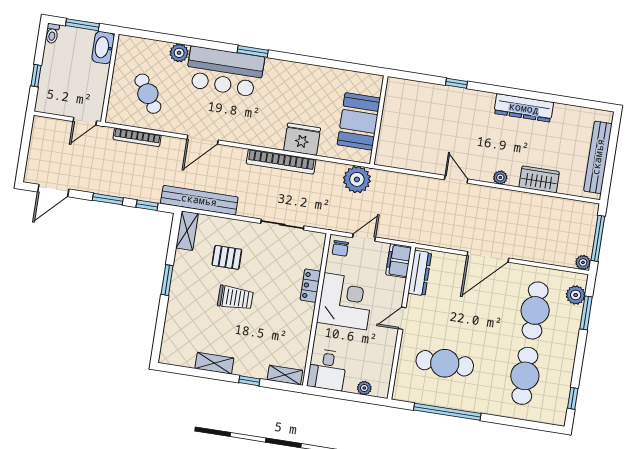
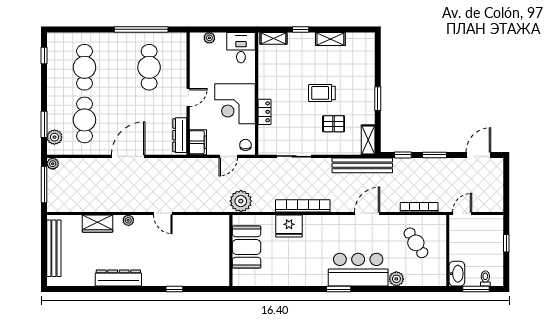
toilet: (52, 33) -> (485, 278), moved
cafe table: (445, 363) -> (149, 67), turned 90

